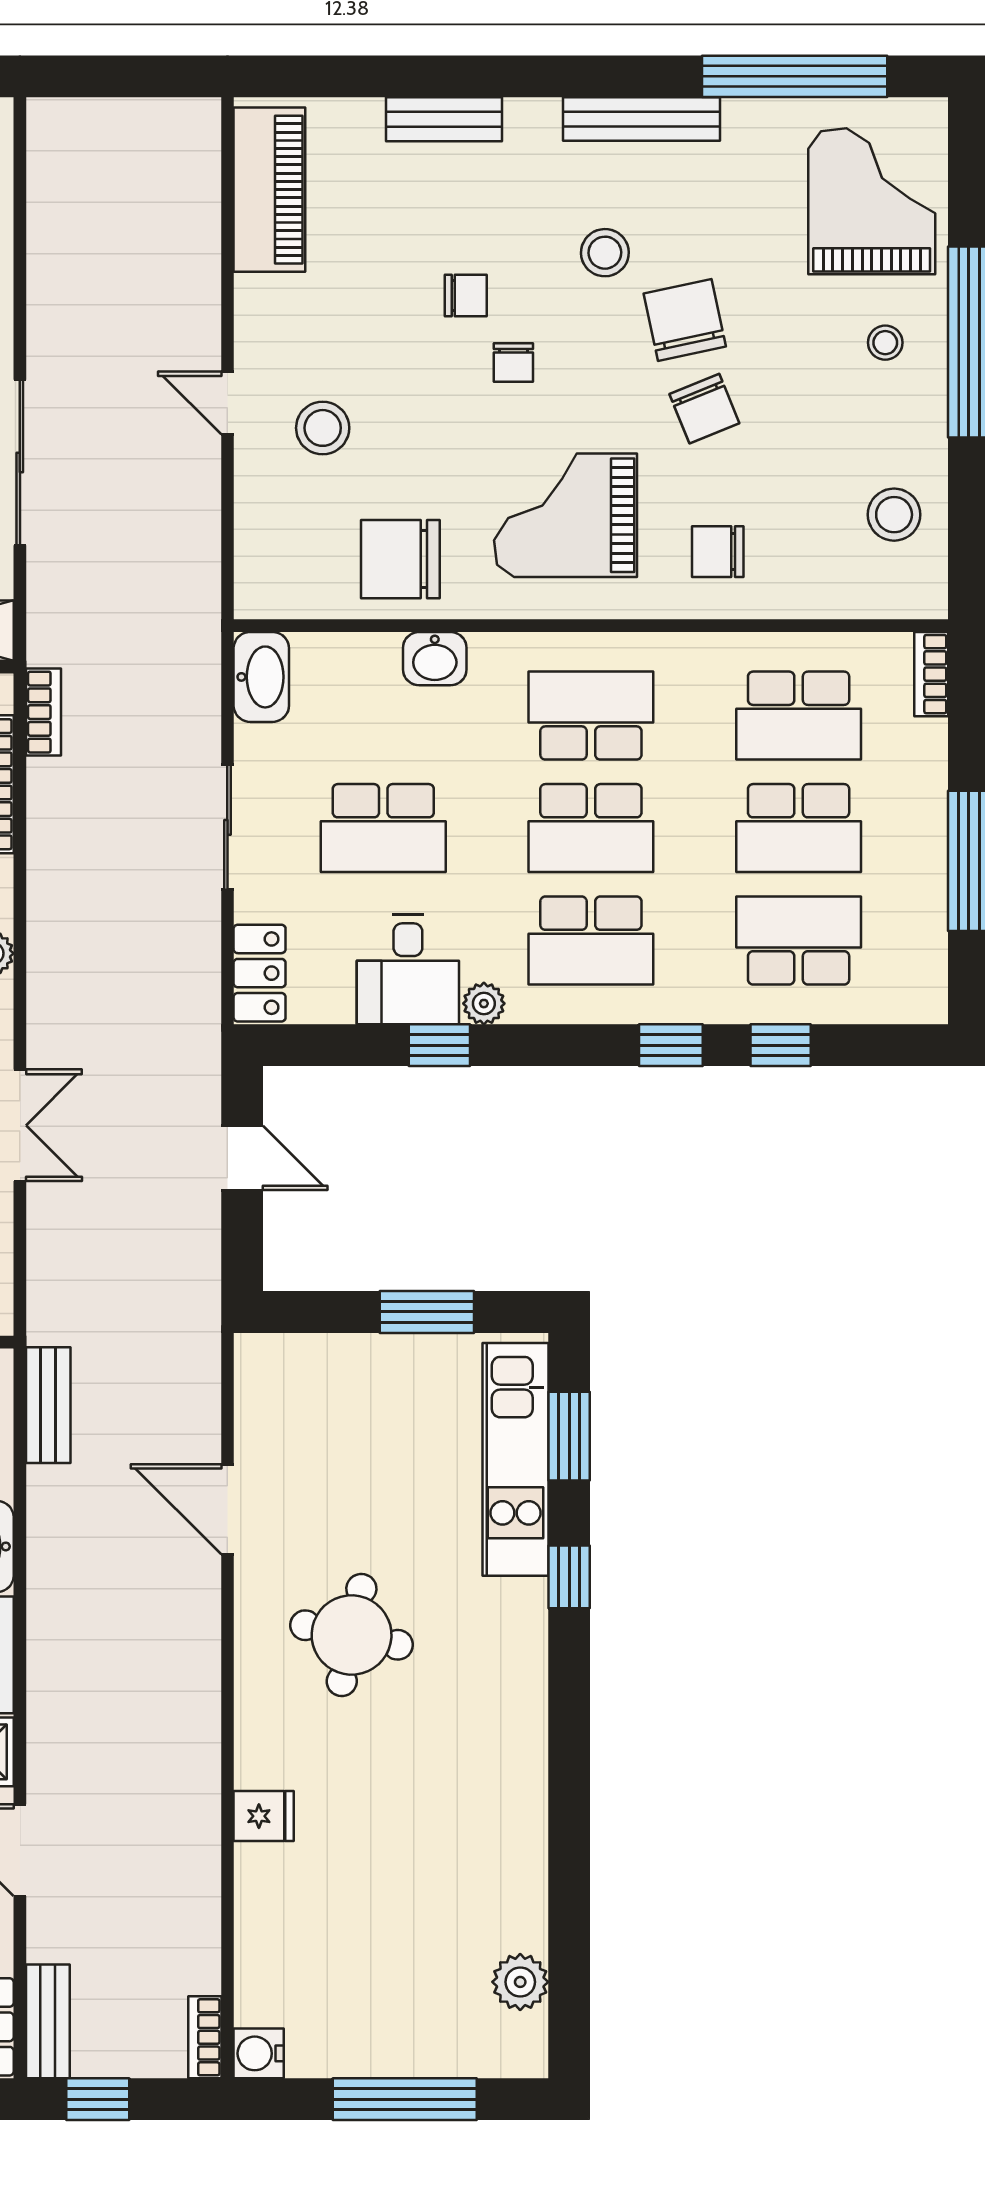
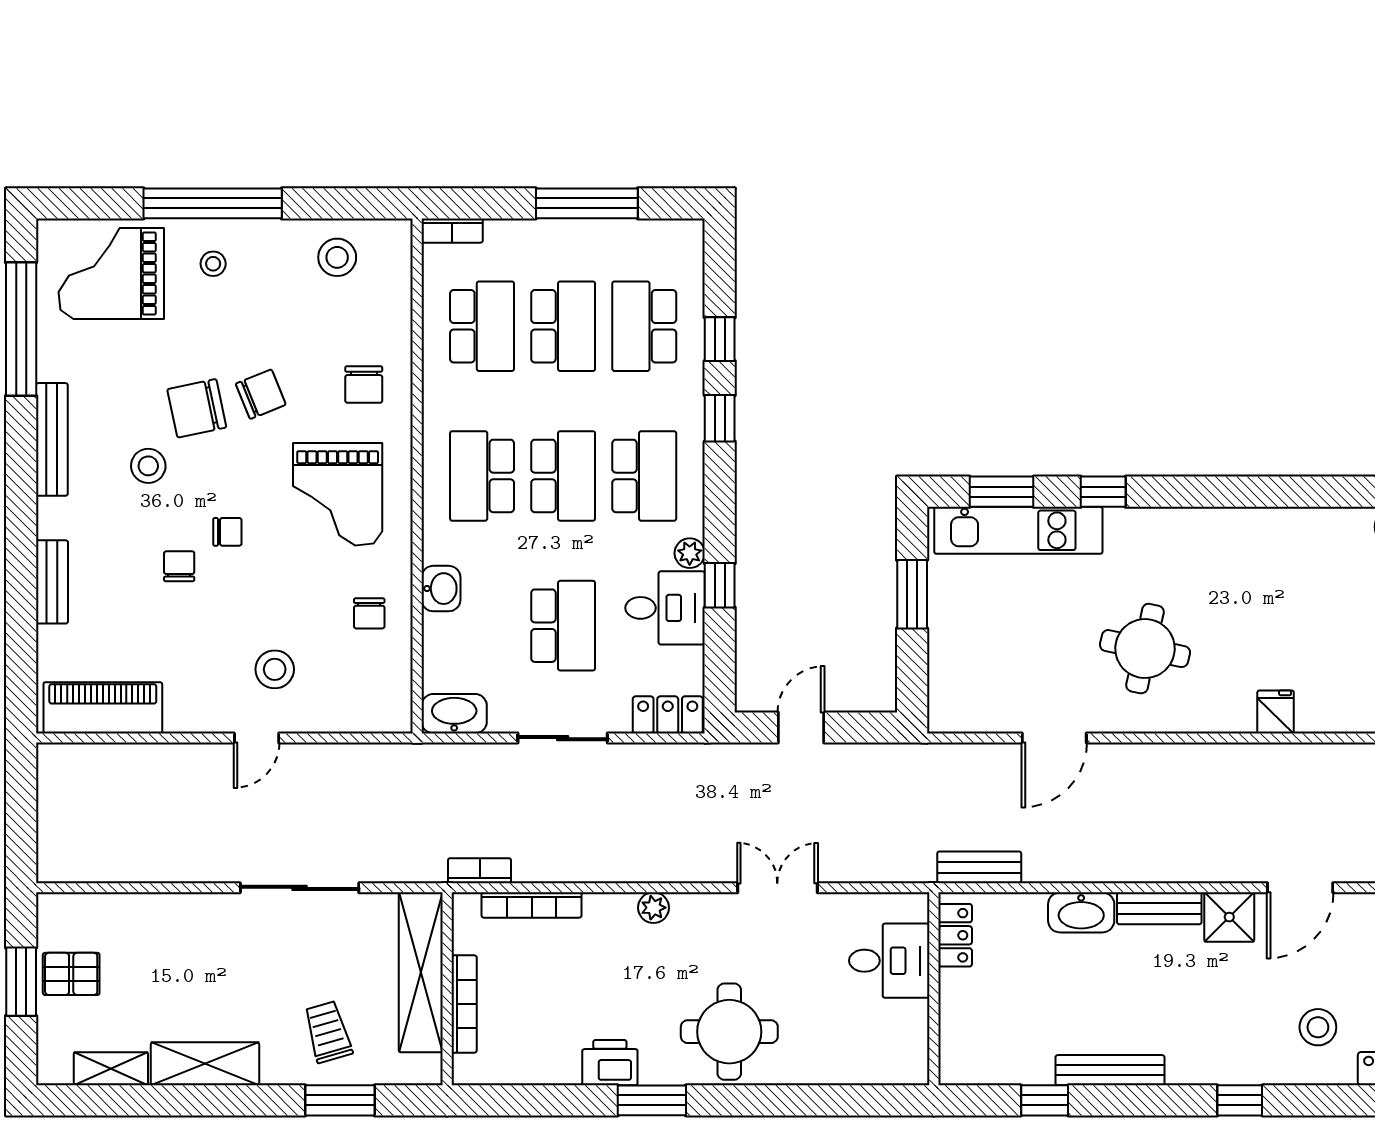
chair: (400, 559) -> (369, 613), width x0.54, depth x0.54

